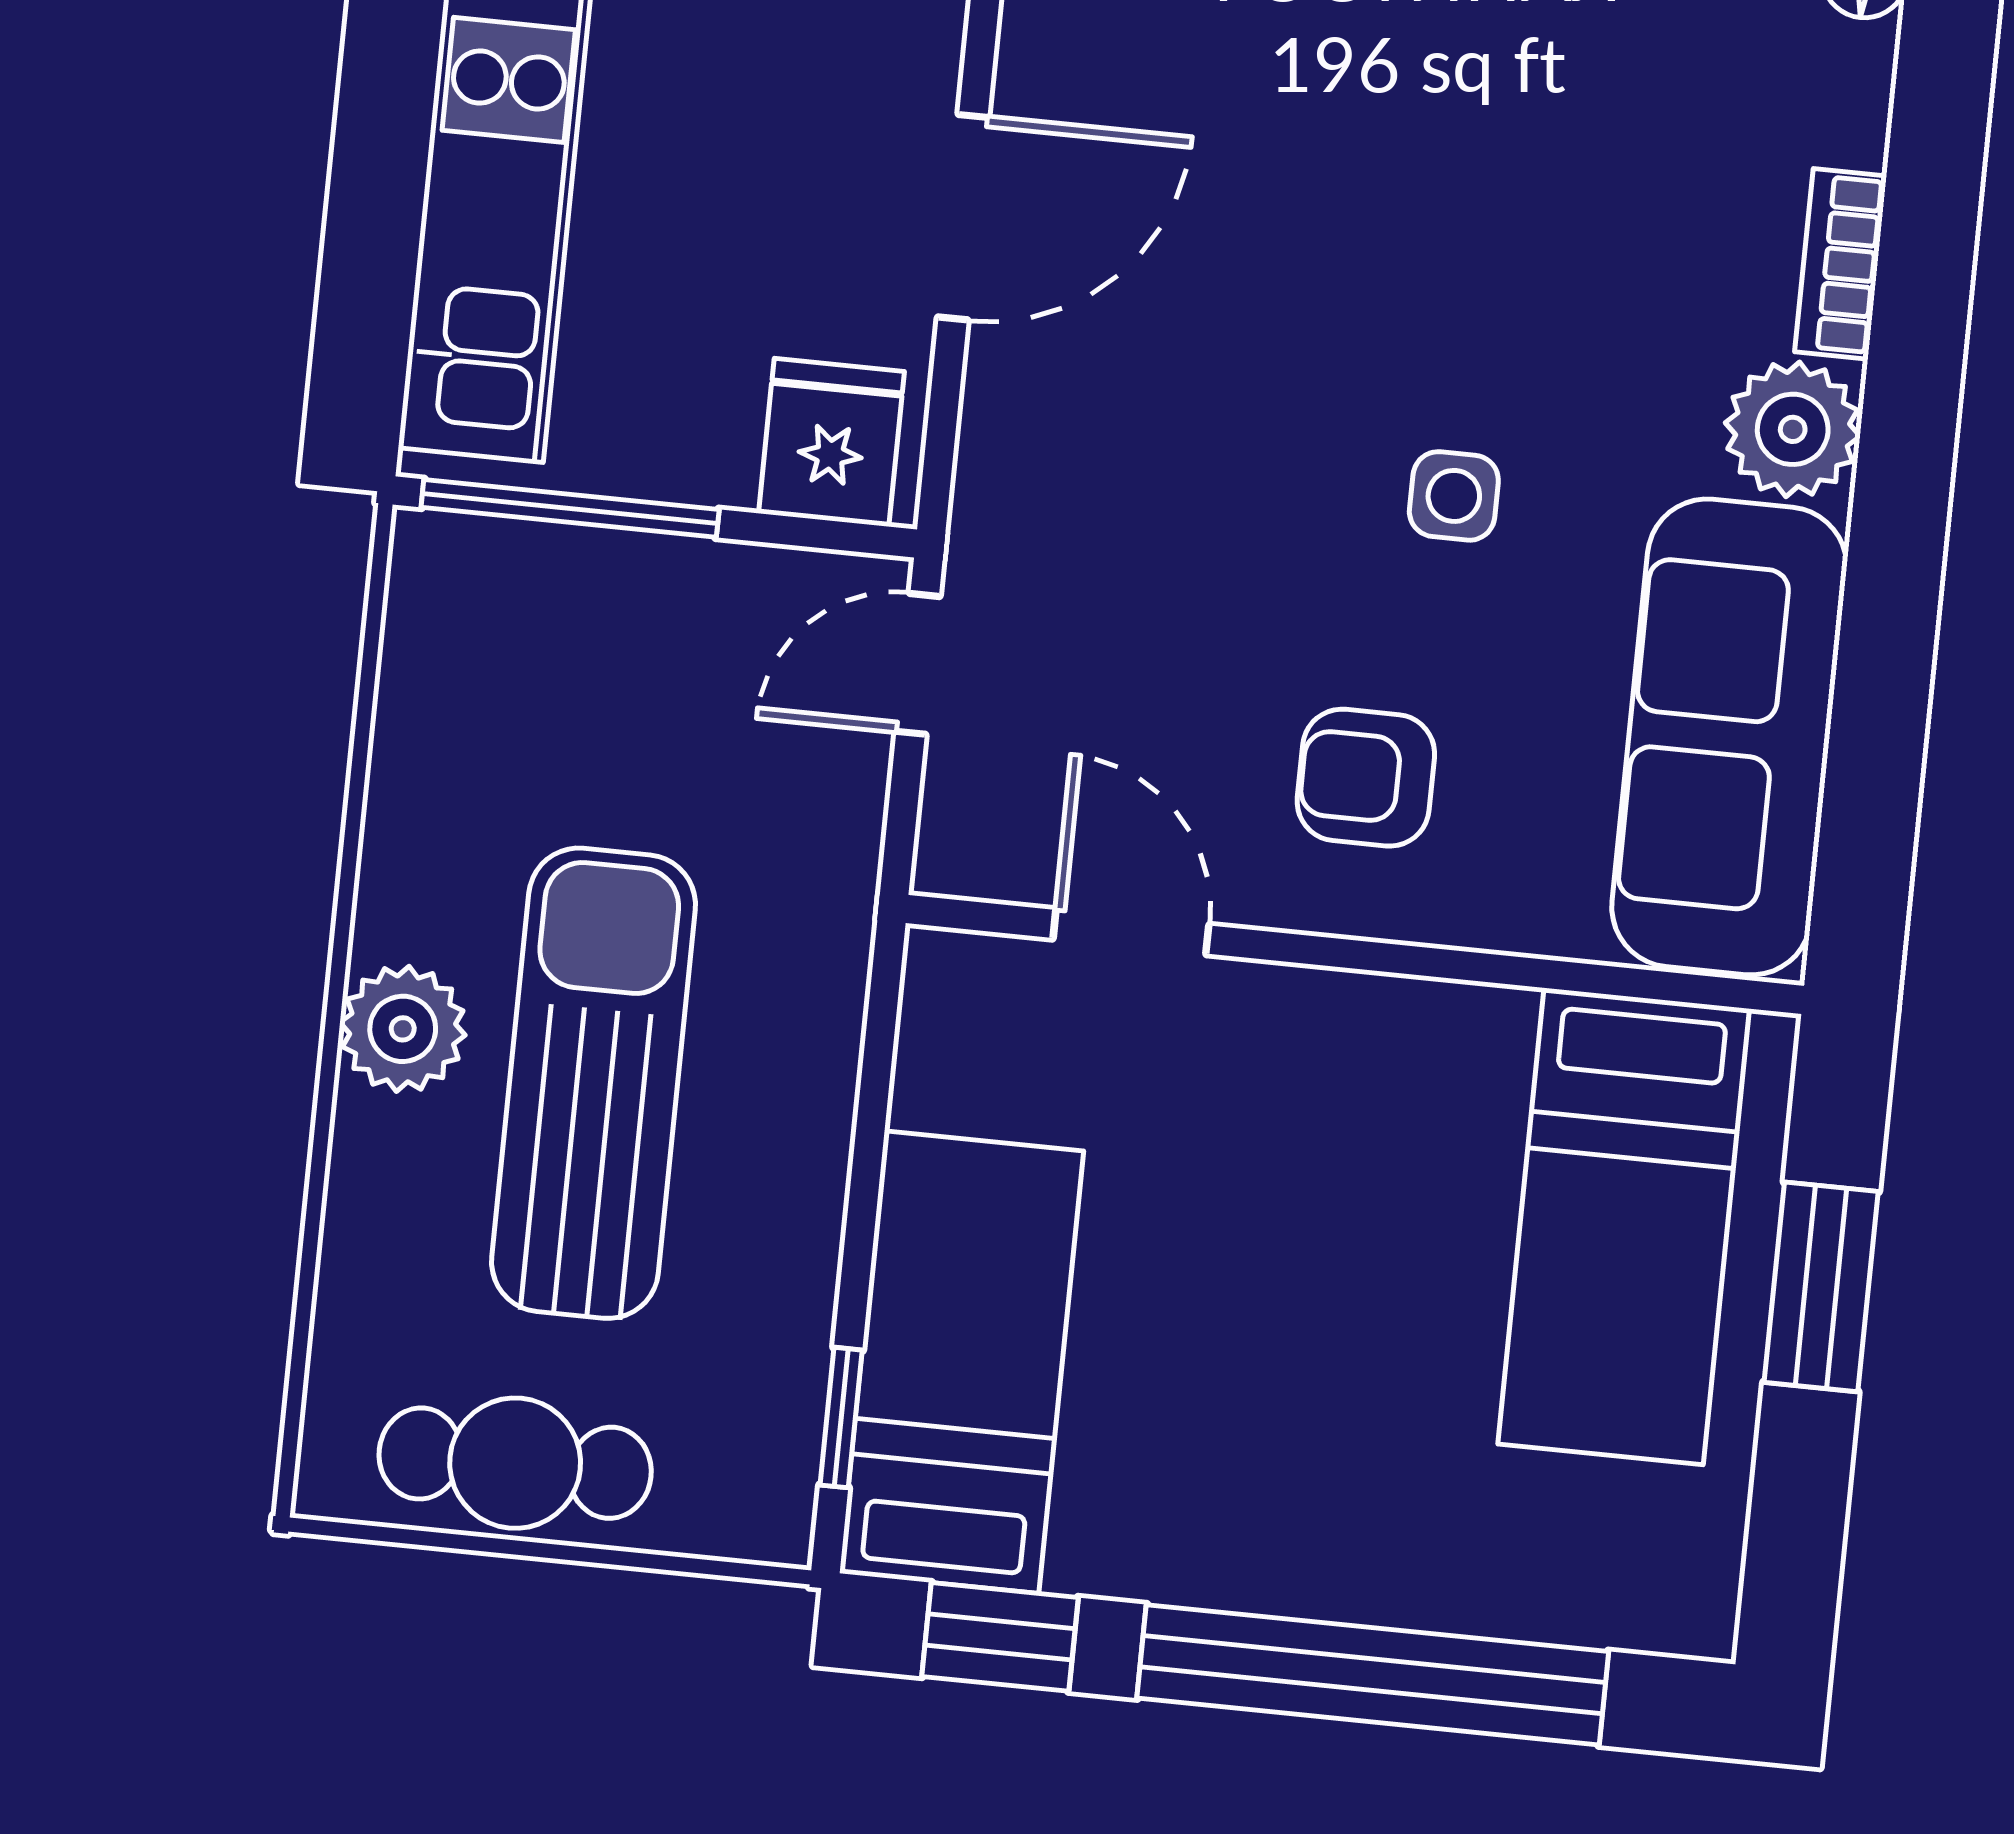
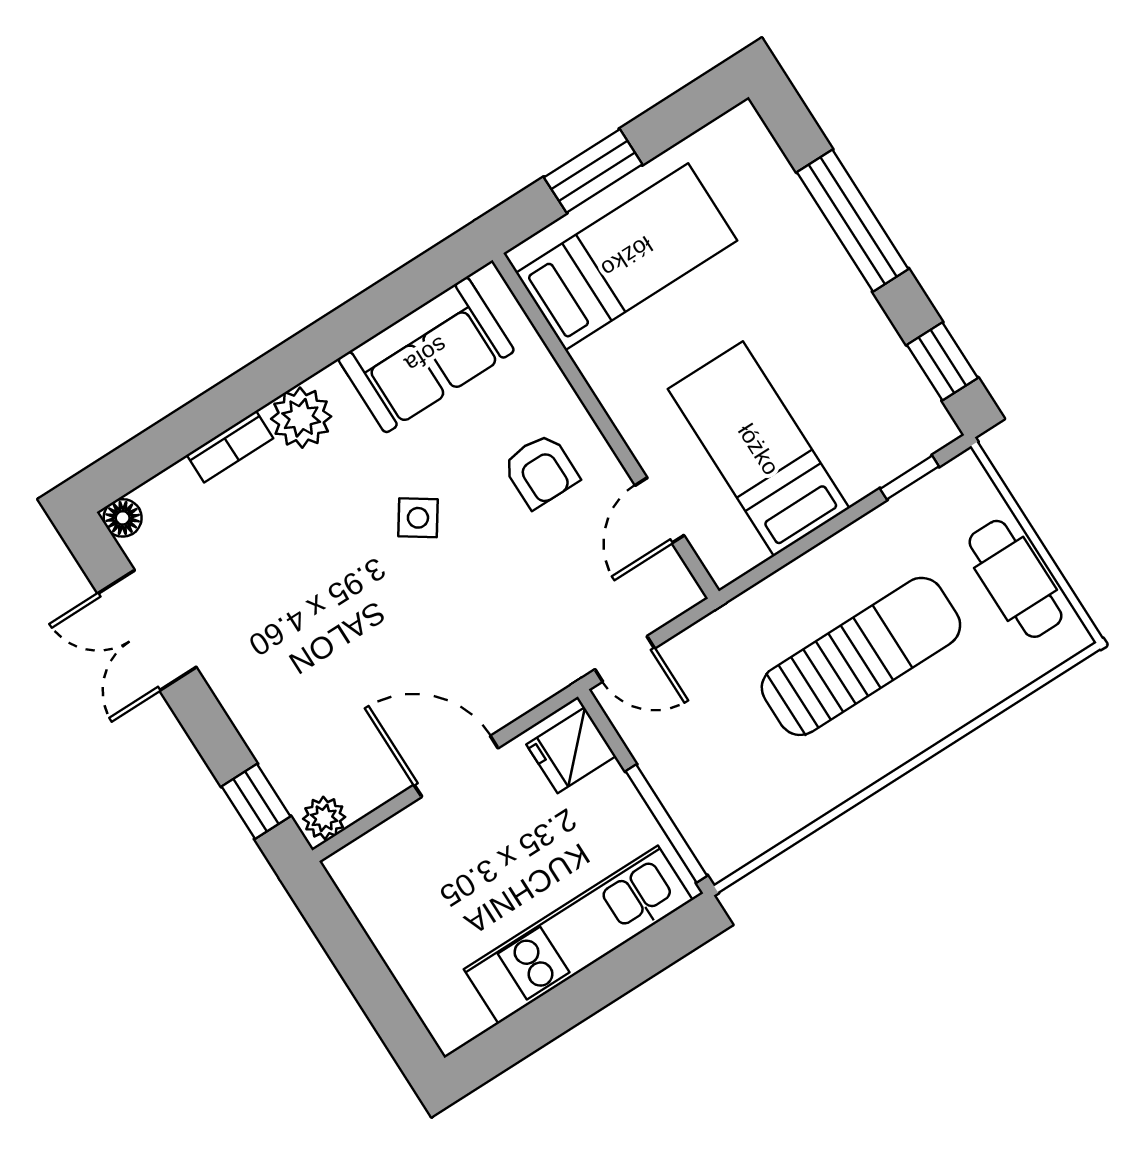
side table: (1454, 496) -> (418, 518), turned 34
sofa: (1729, 737) -> (426, 355), width x0.73
plant: (403, 1029) -> (895, 738), removed
sun lounger: (594, 1083) -> (861, 656), turned 180
bed: (962, 1362) -> (759, 449), moved, turned 90
window: (1373, 1675) -> (853, 221), width x0.68

